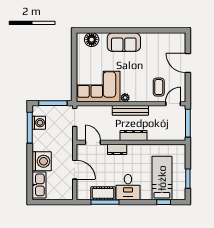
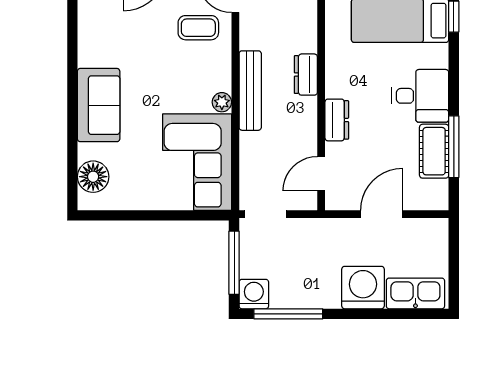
washing machine: (39, 123) -> (254, 294), moved
dresser: (134, 136) -> (306, 75), width x0.70

